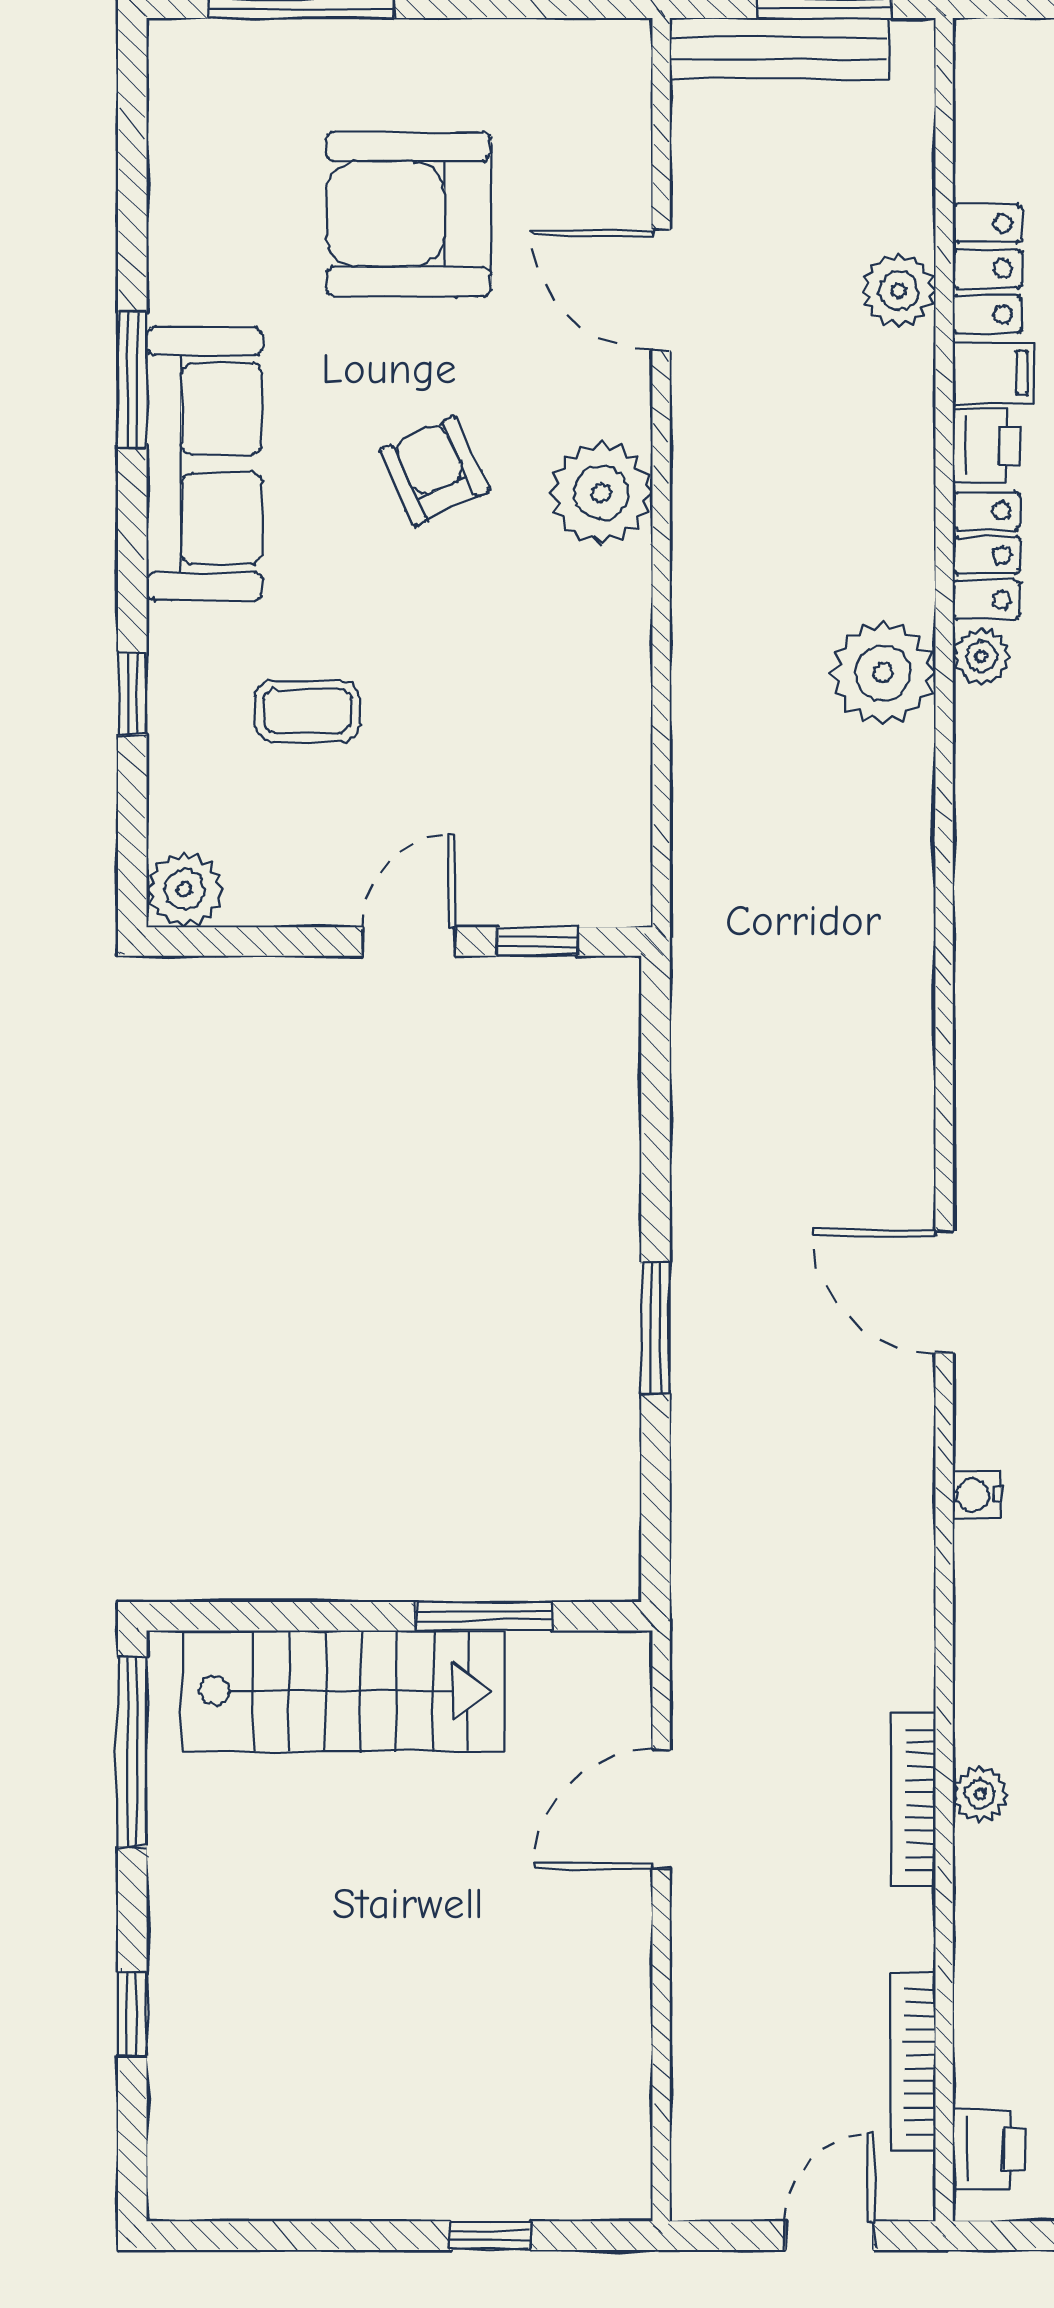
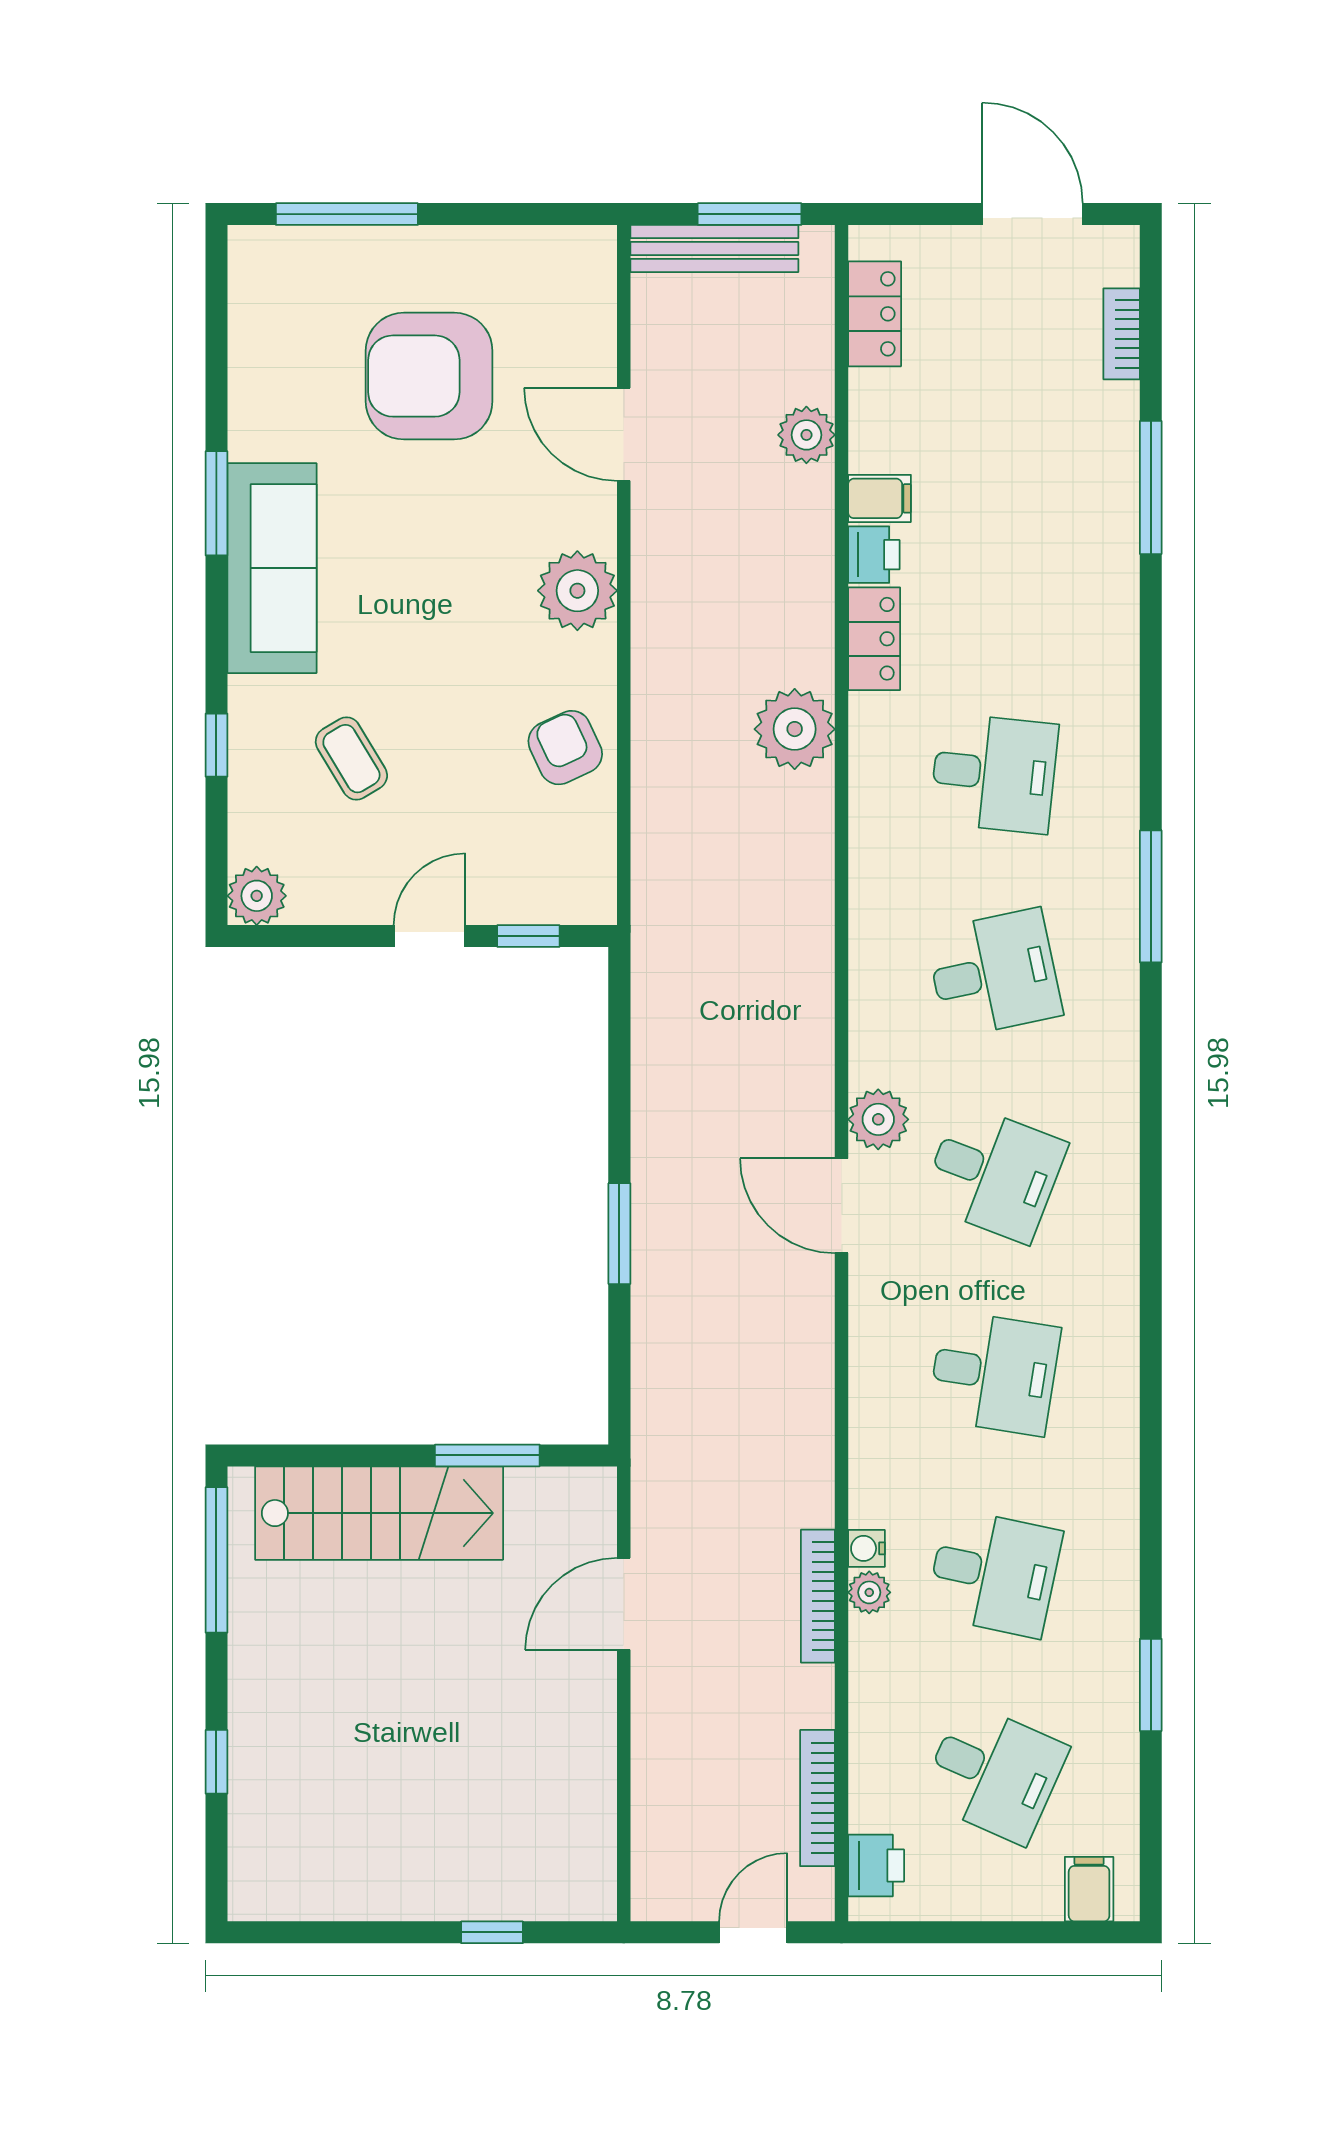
locker: (987, 269) -> (875, 314), moved
armchair: (435, 471) -> (565, 748), moved
plant: (981, 656) -> (878, 1119), moved, width x1.38, depth x1.38
coffee table: (307, 711) -> (351, 759), turned 59
water cooler: (977, 1495) -> (867, 1548), moved

